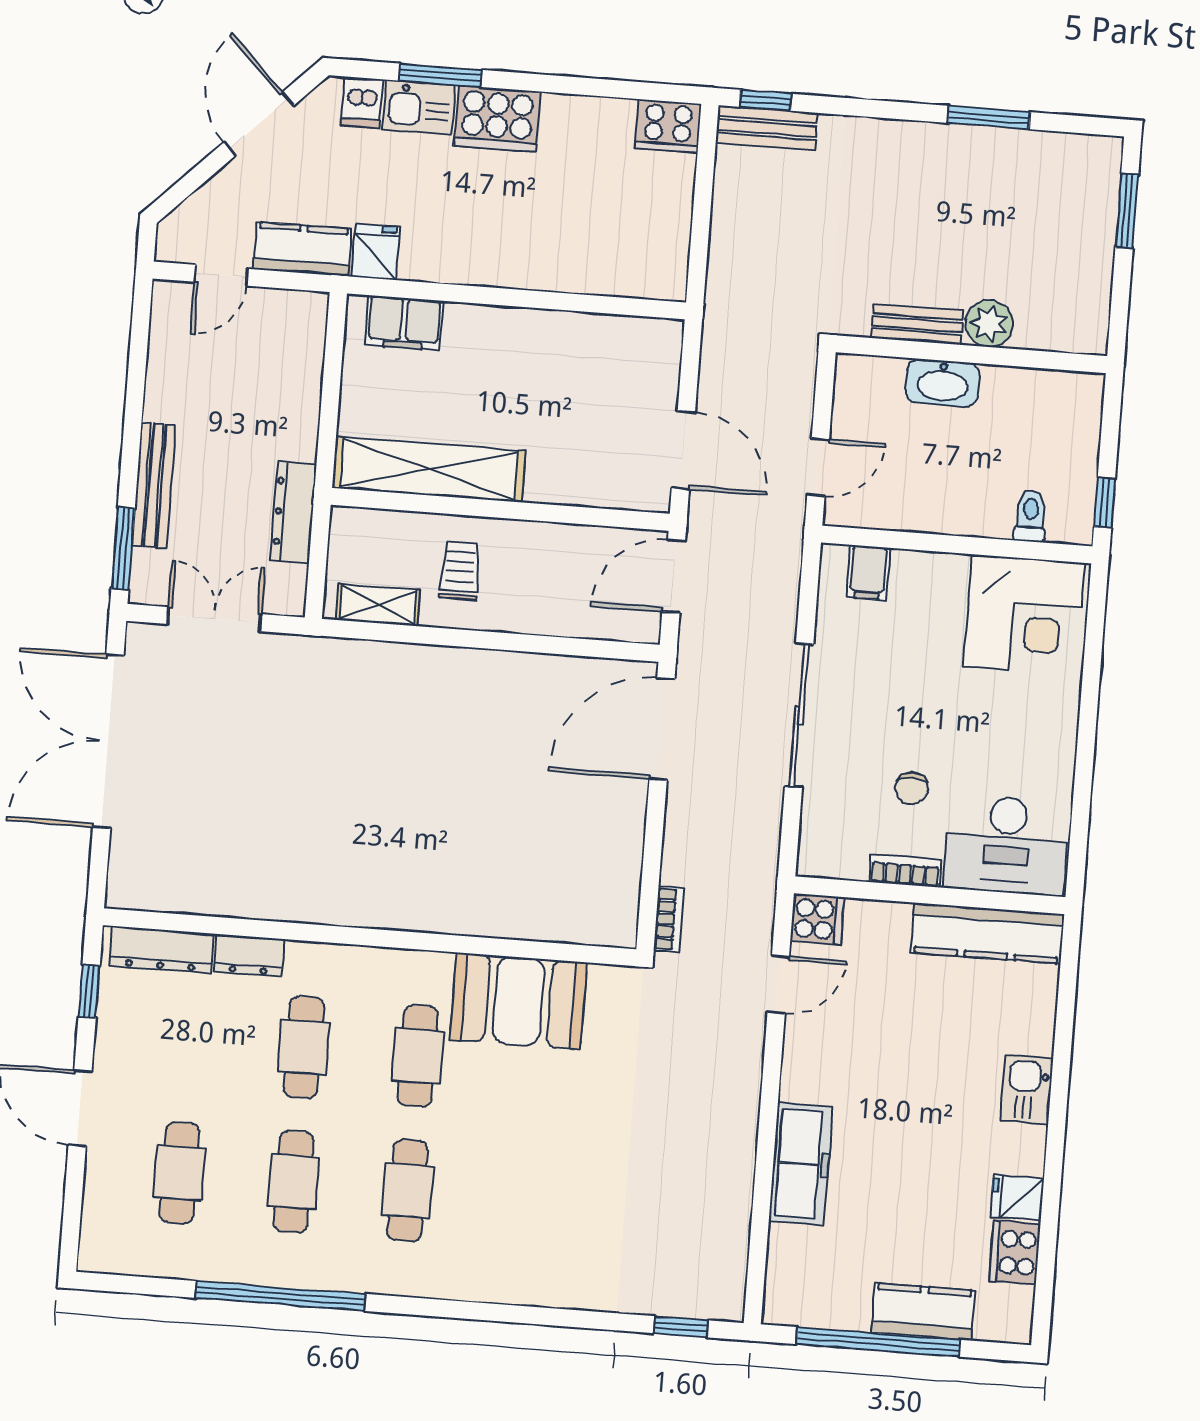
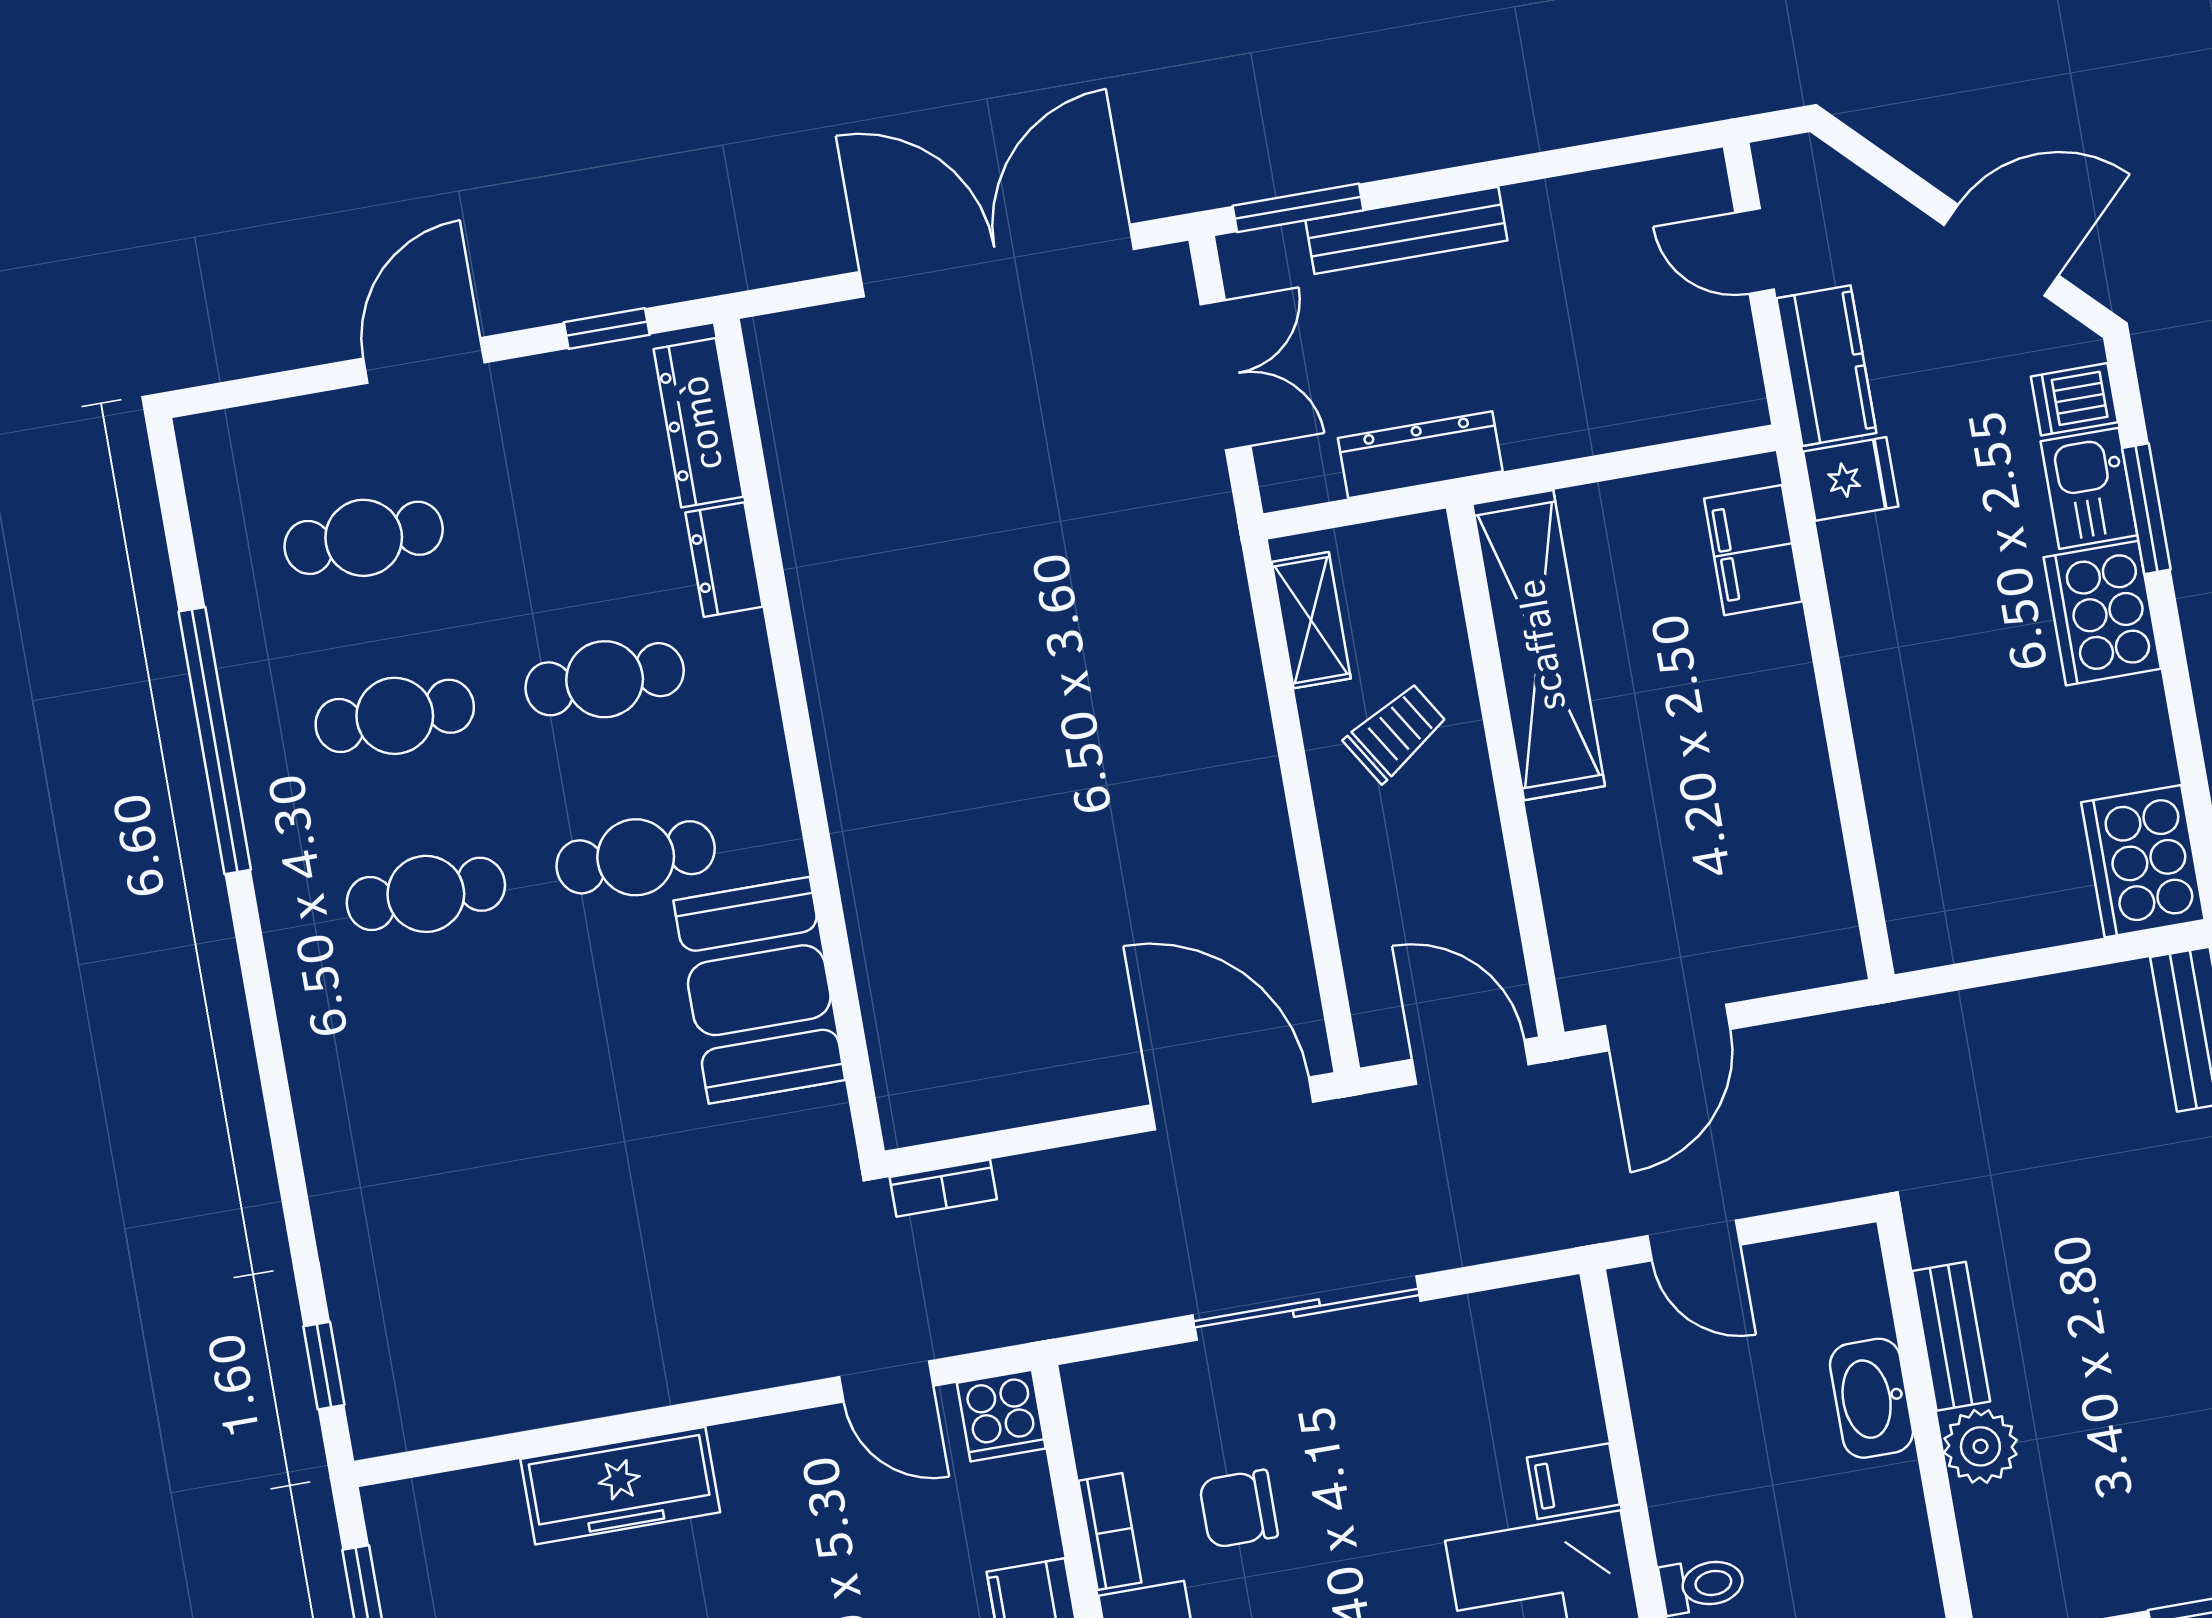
cooker: (668, 126) -> (2143, 861), width x1.37, depth x1.31
trolley: (460, 571) -> (1396, 733), turned -32
filing cabinet: (868, 573) -> (1573, 1481), moved
chair: (911, 788) -> (1238, 1509), width x1.37, depth x1.37

